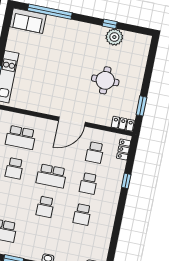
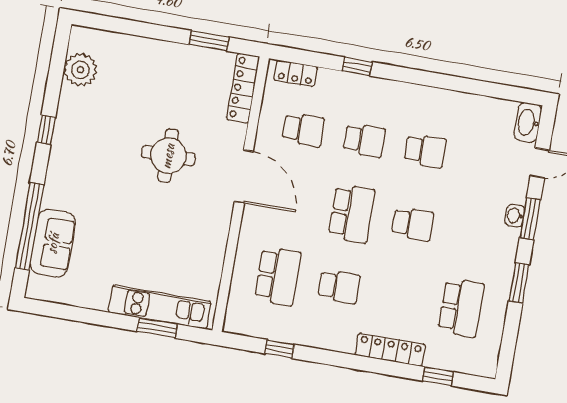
sofa: (28, 21) -> (53, 243), moved
window: (110, 24) -> (46, 130), moved
plant: (114, 37) -> (80, 70), moved
round table: (105, 80) -> (168, 156), moved
locker: (123, 124) -> (243, 88), width x1.53

